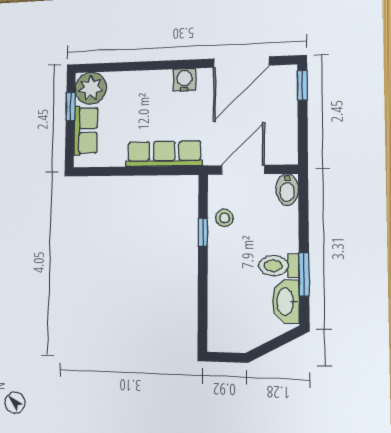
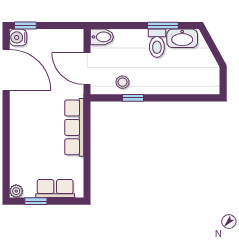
water cooler: (184, 80) -> (18, 37), moved
plant: (91, 88) -> (16, 191), width x0.53, depth x0.53

